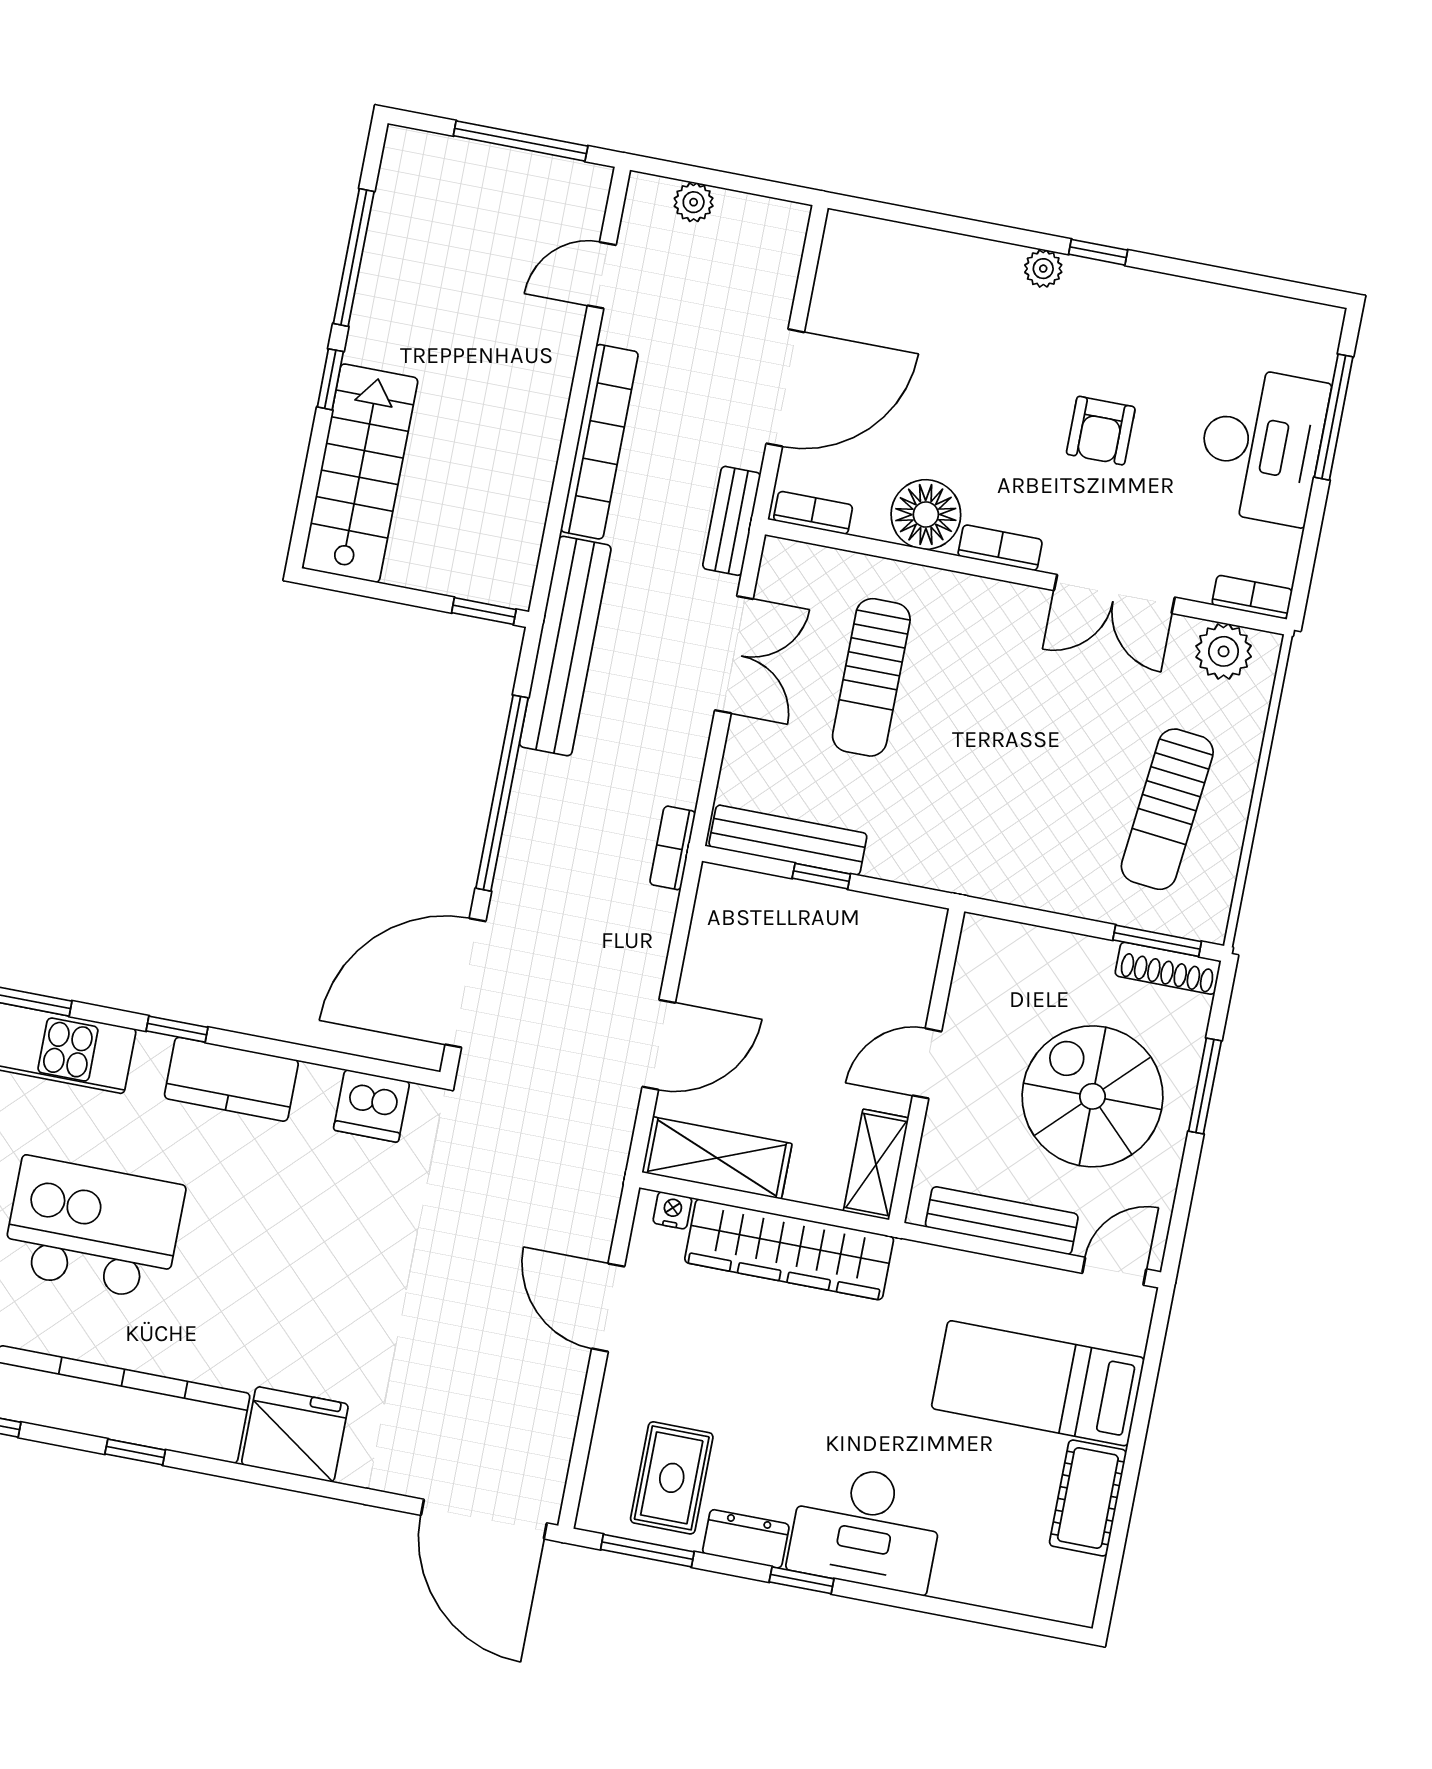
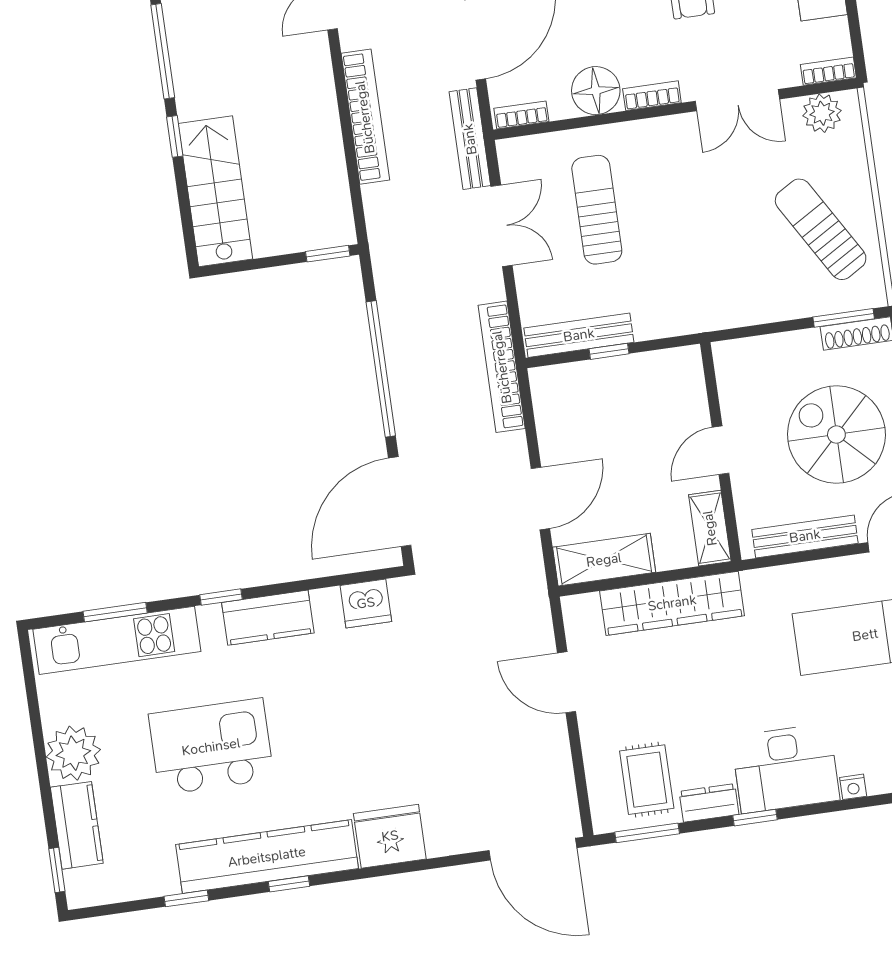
bench: (732, 521) -> (470, 139), width x1.36
bench: (565, 646) -> (389, 258), removed
sun lounger: (871, 677) -> (597, 210), turned 180
sun lounger: (1167, 809) -> (821, 229), turned 143
bookcase: (673, 848) -> (502, 367), width x2.31, depth x1.31
nightstand: (672, 1210) -> (853, 787), moved, turned 180

